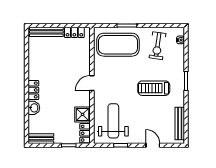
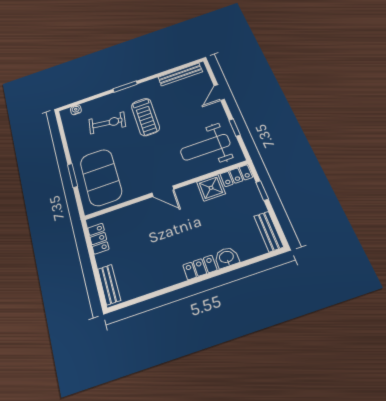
bench: (46, 32) -> (109, 285), width x0.73
exercise bike: (158, 46) -> (107, 123), moved

